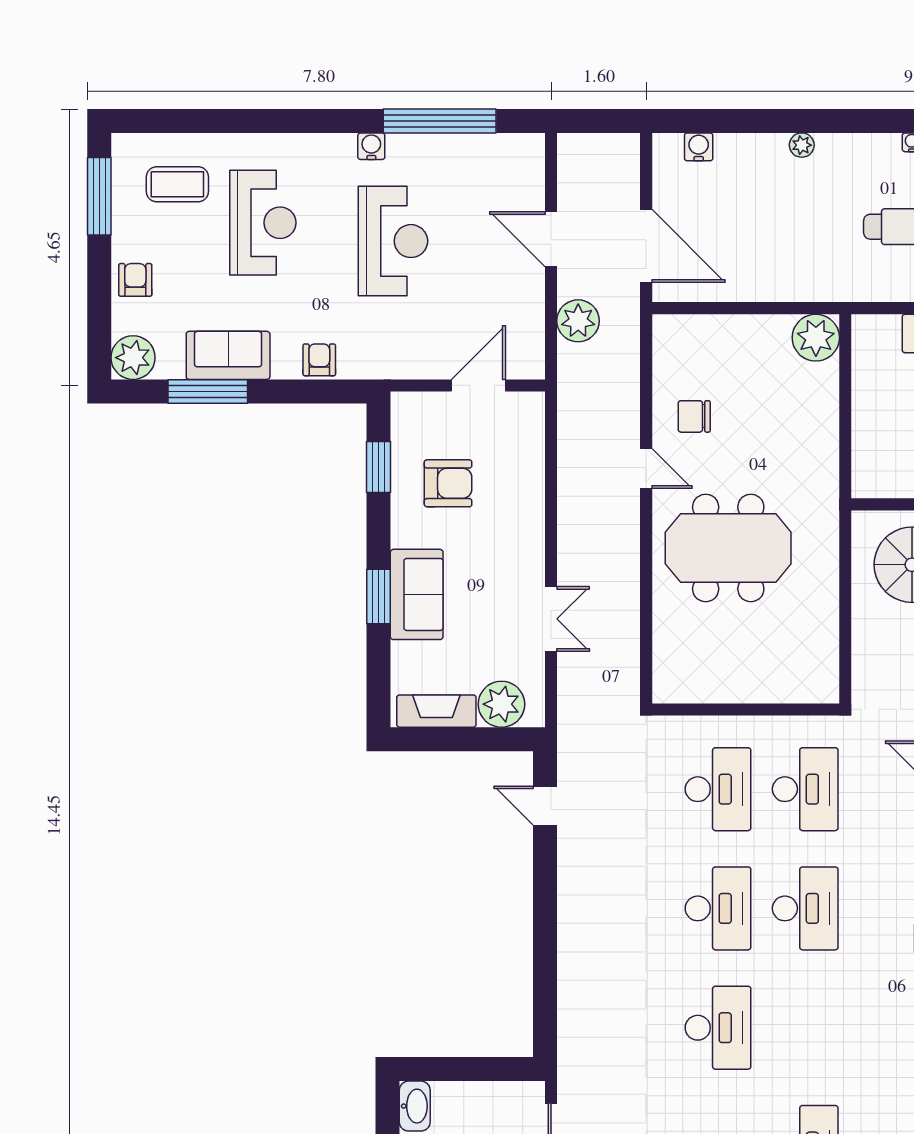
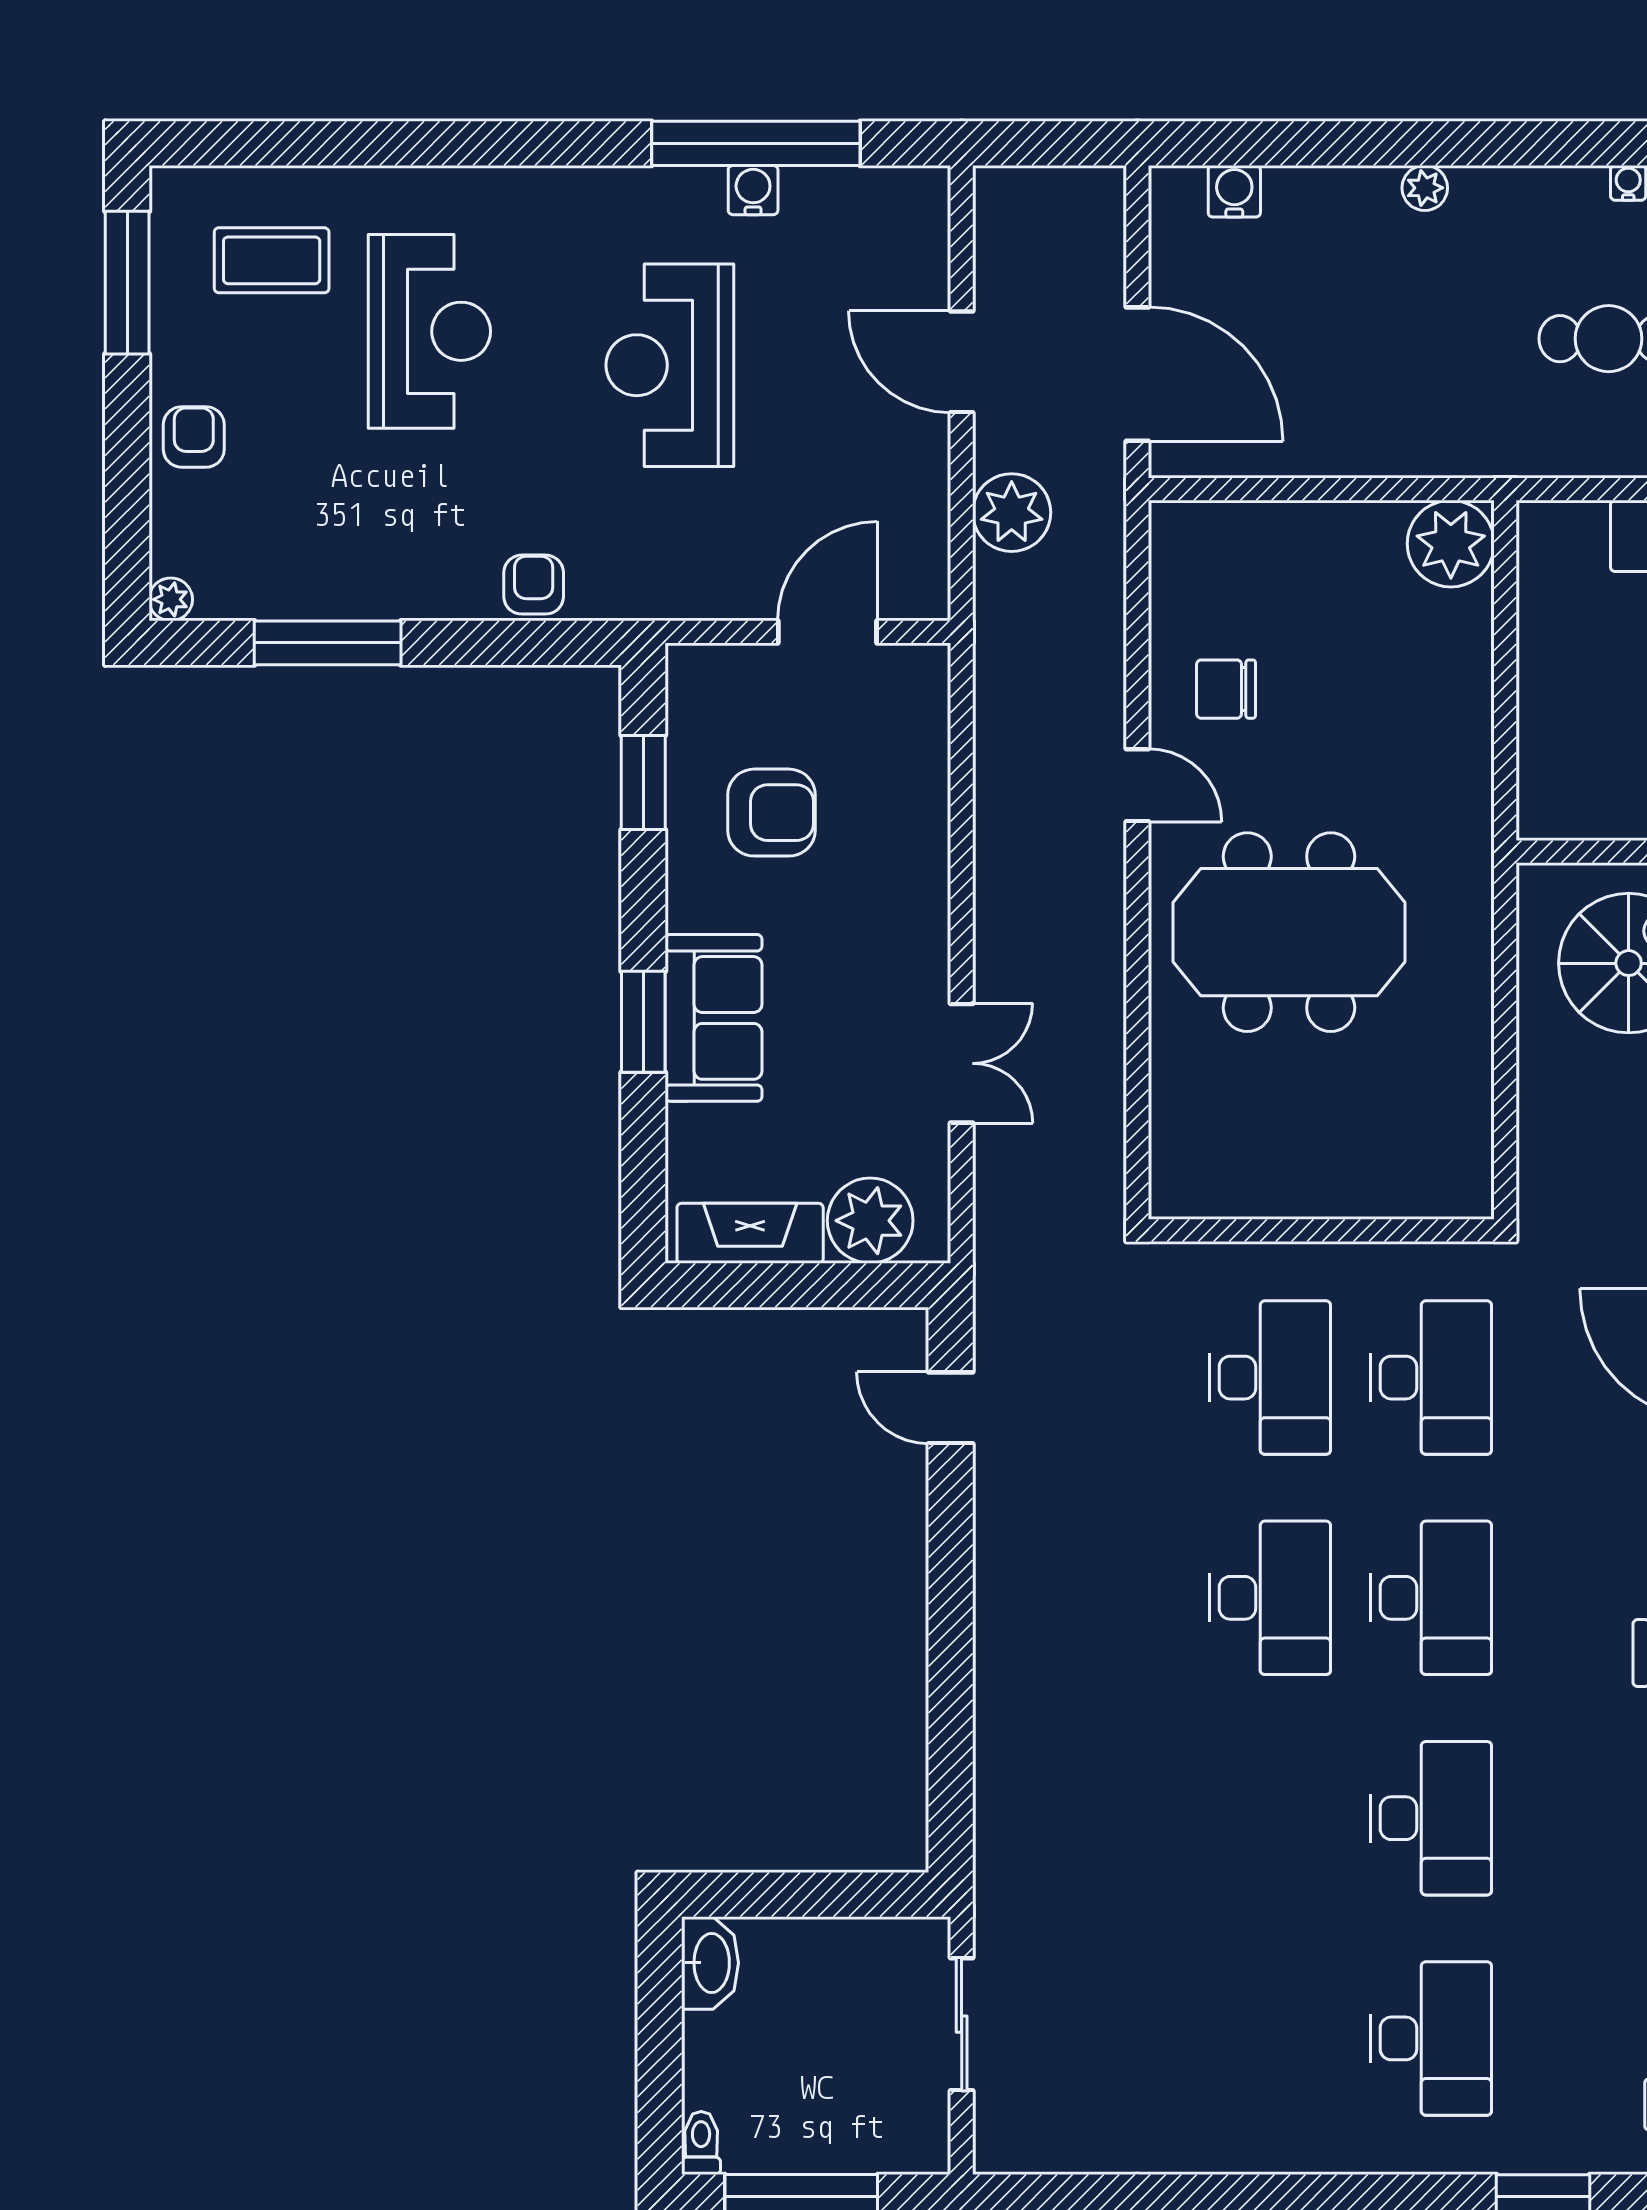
water cooler: (371, 146) -> (753, 190), moved
reception desk: (393, 241) -> (670, 365), turned 180
sofa: (228, 355) -> (365, 576), removed
plant: (133, 358) -> (171, 599), width x0.53, depth x0.53
desk: (718, 1028) -> (1431, 1818), moved

